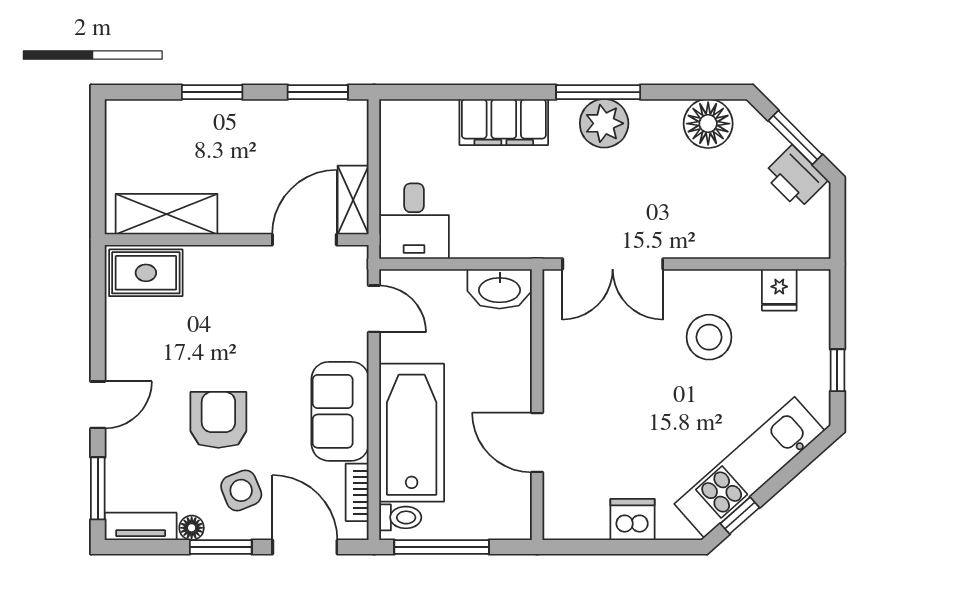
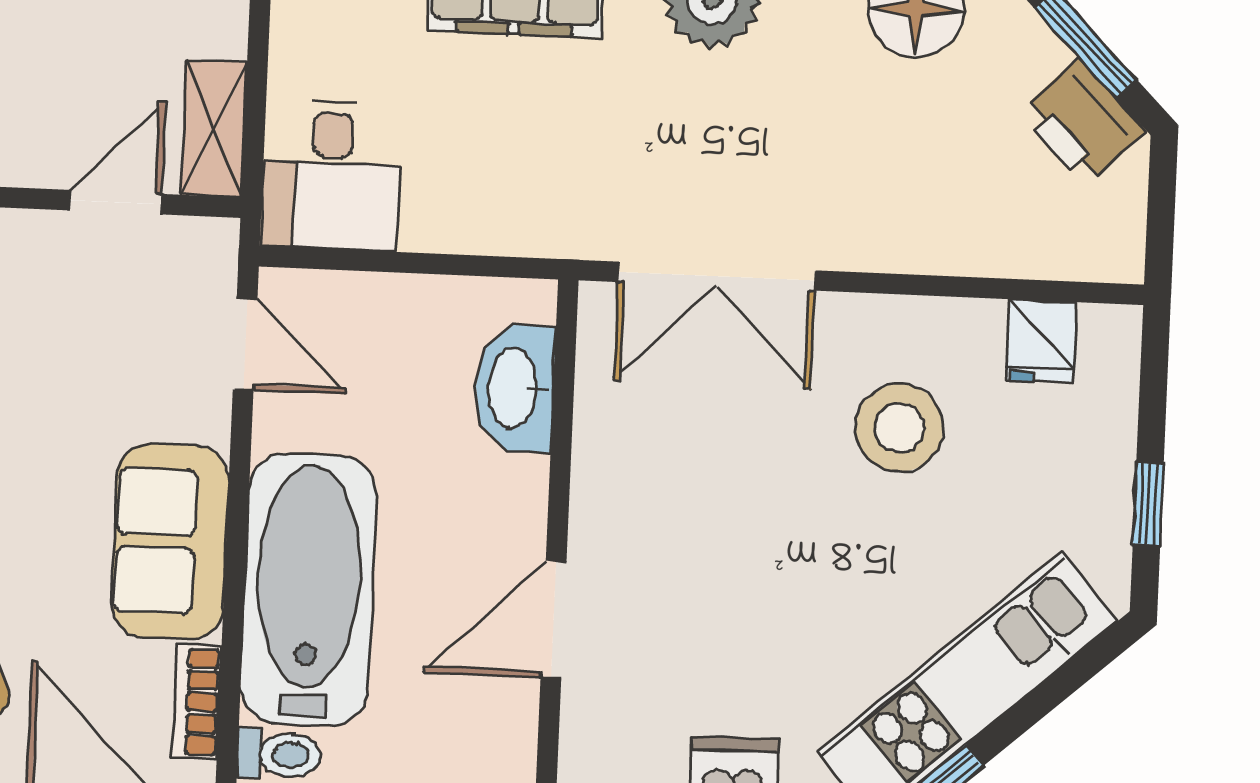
door: (304, 240) -> (115, 202), width x0.73
washbasin: (500, 289) -> (515, 388), moved, turned 90
door: (537, 443) -> (553, 620), hinge flipped

